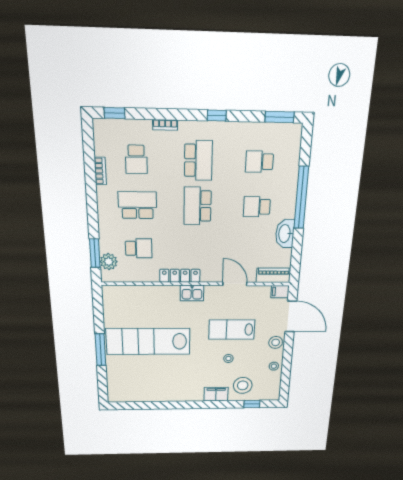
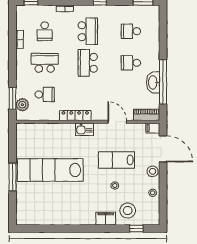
window: (301, 198) -> (163, 82), moved

